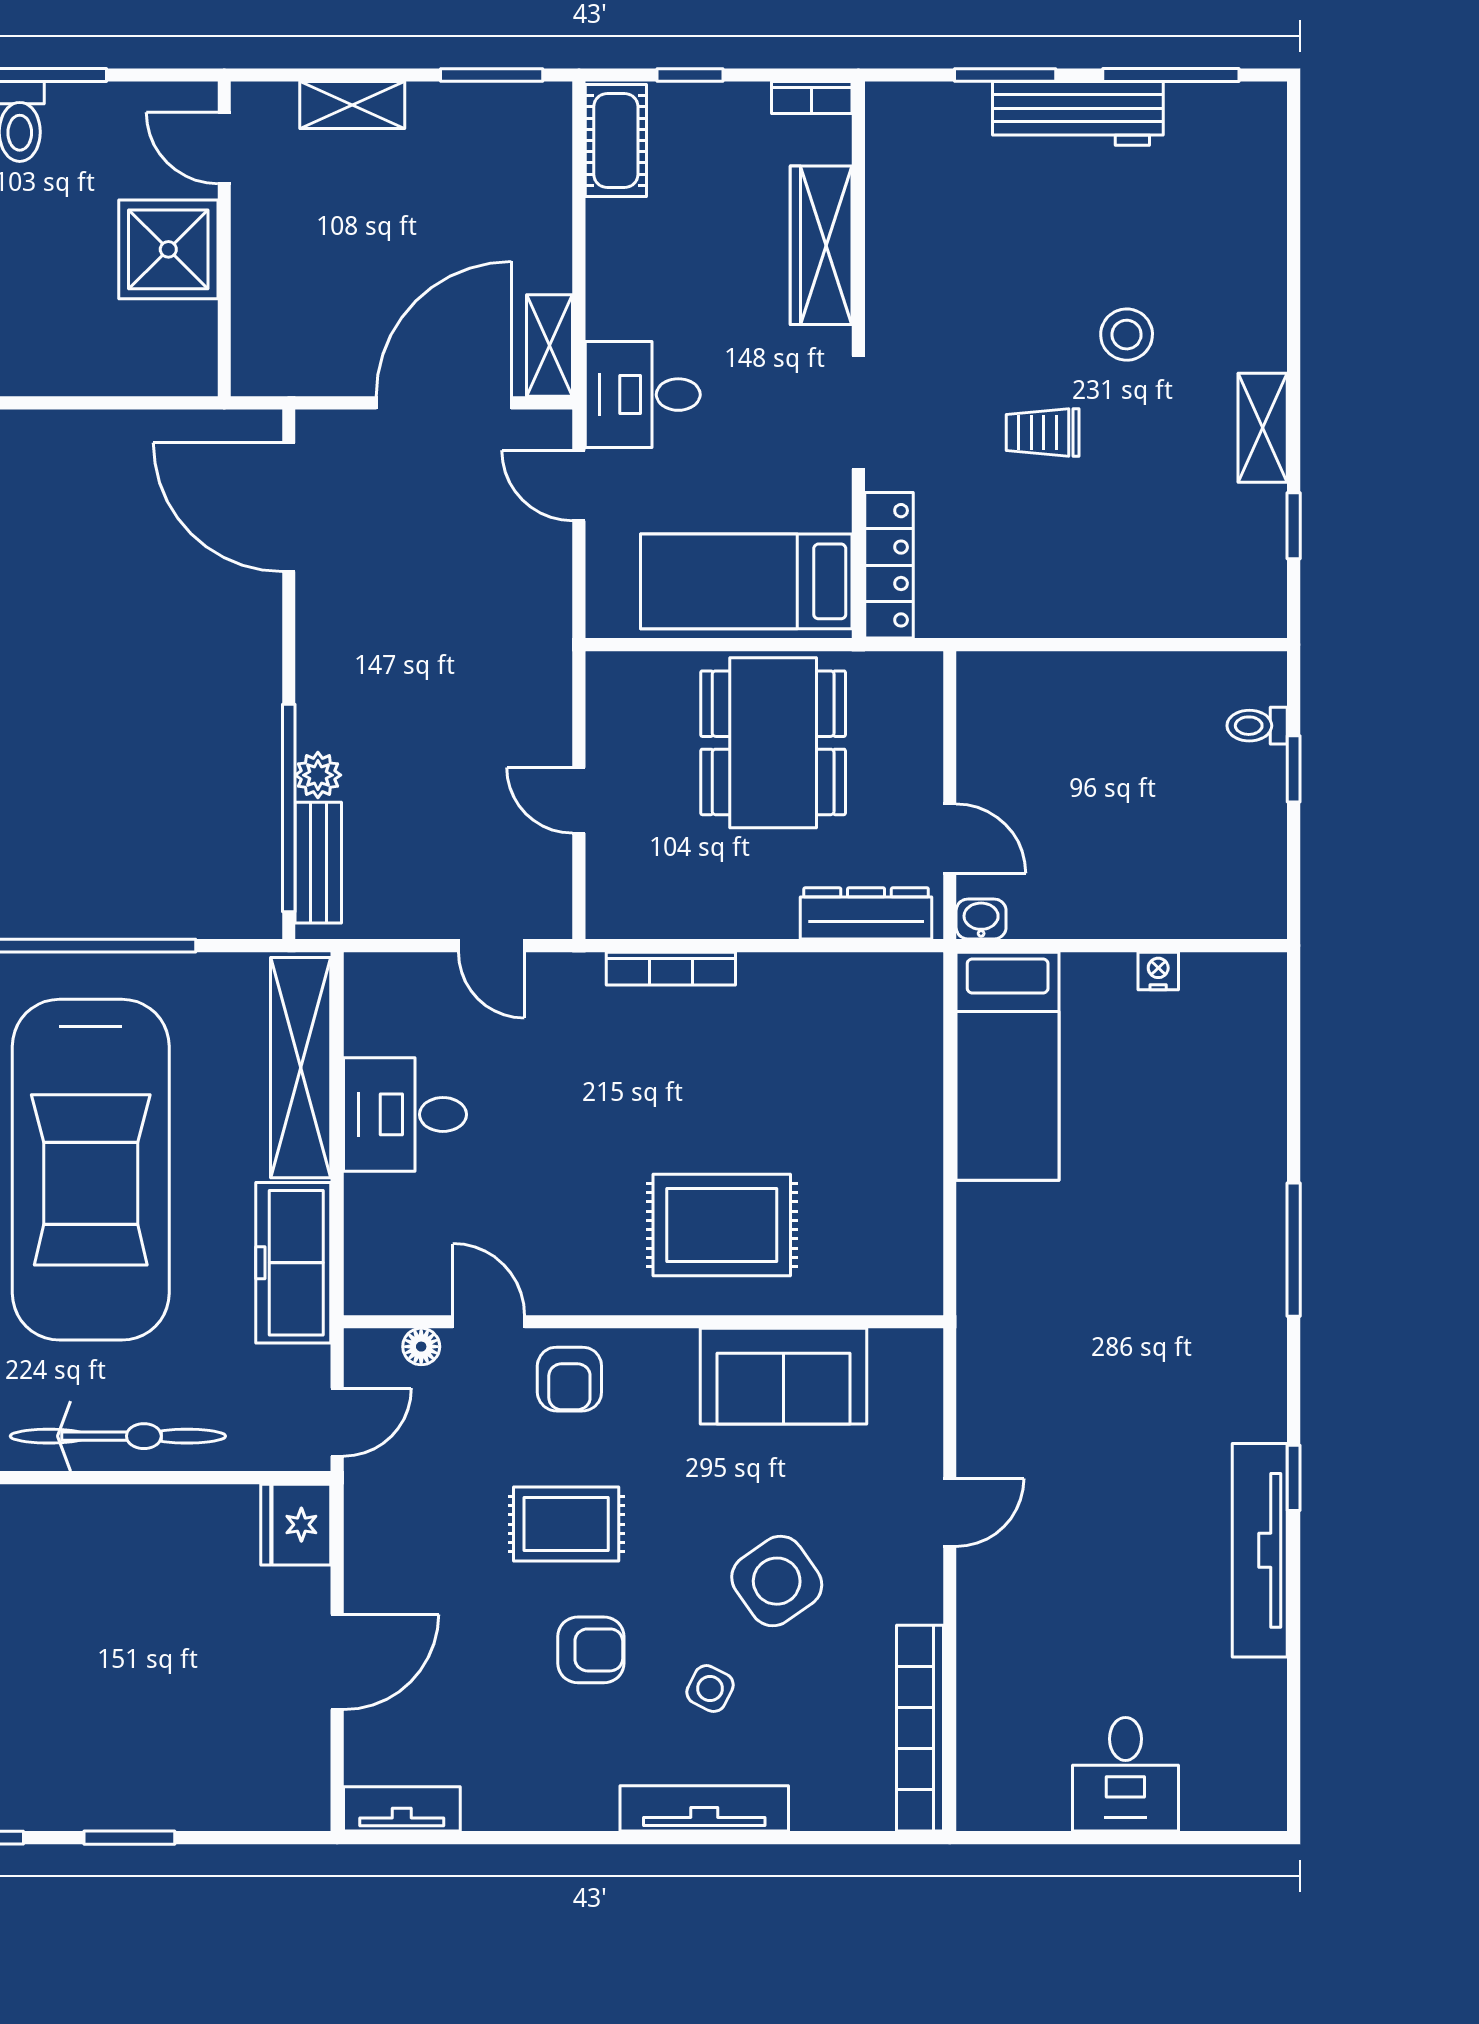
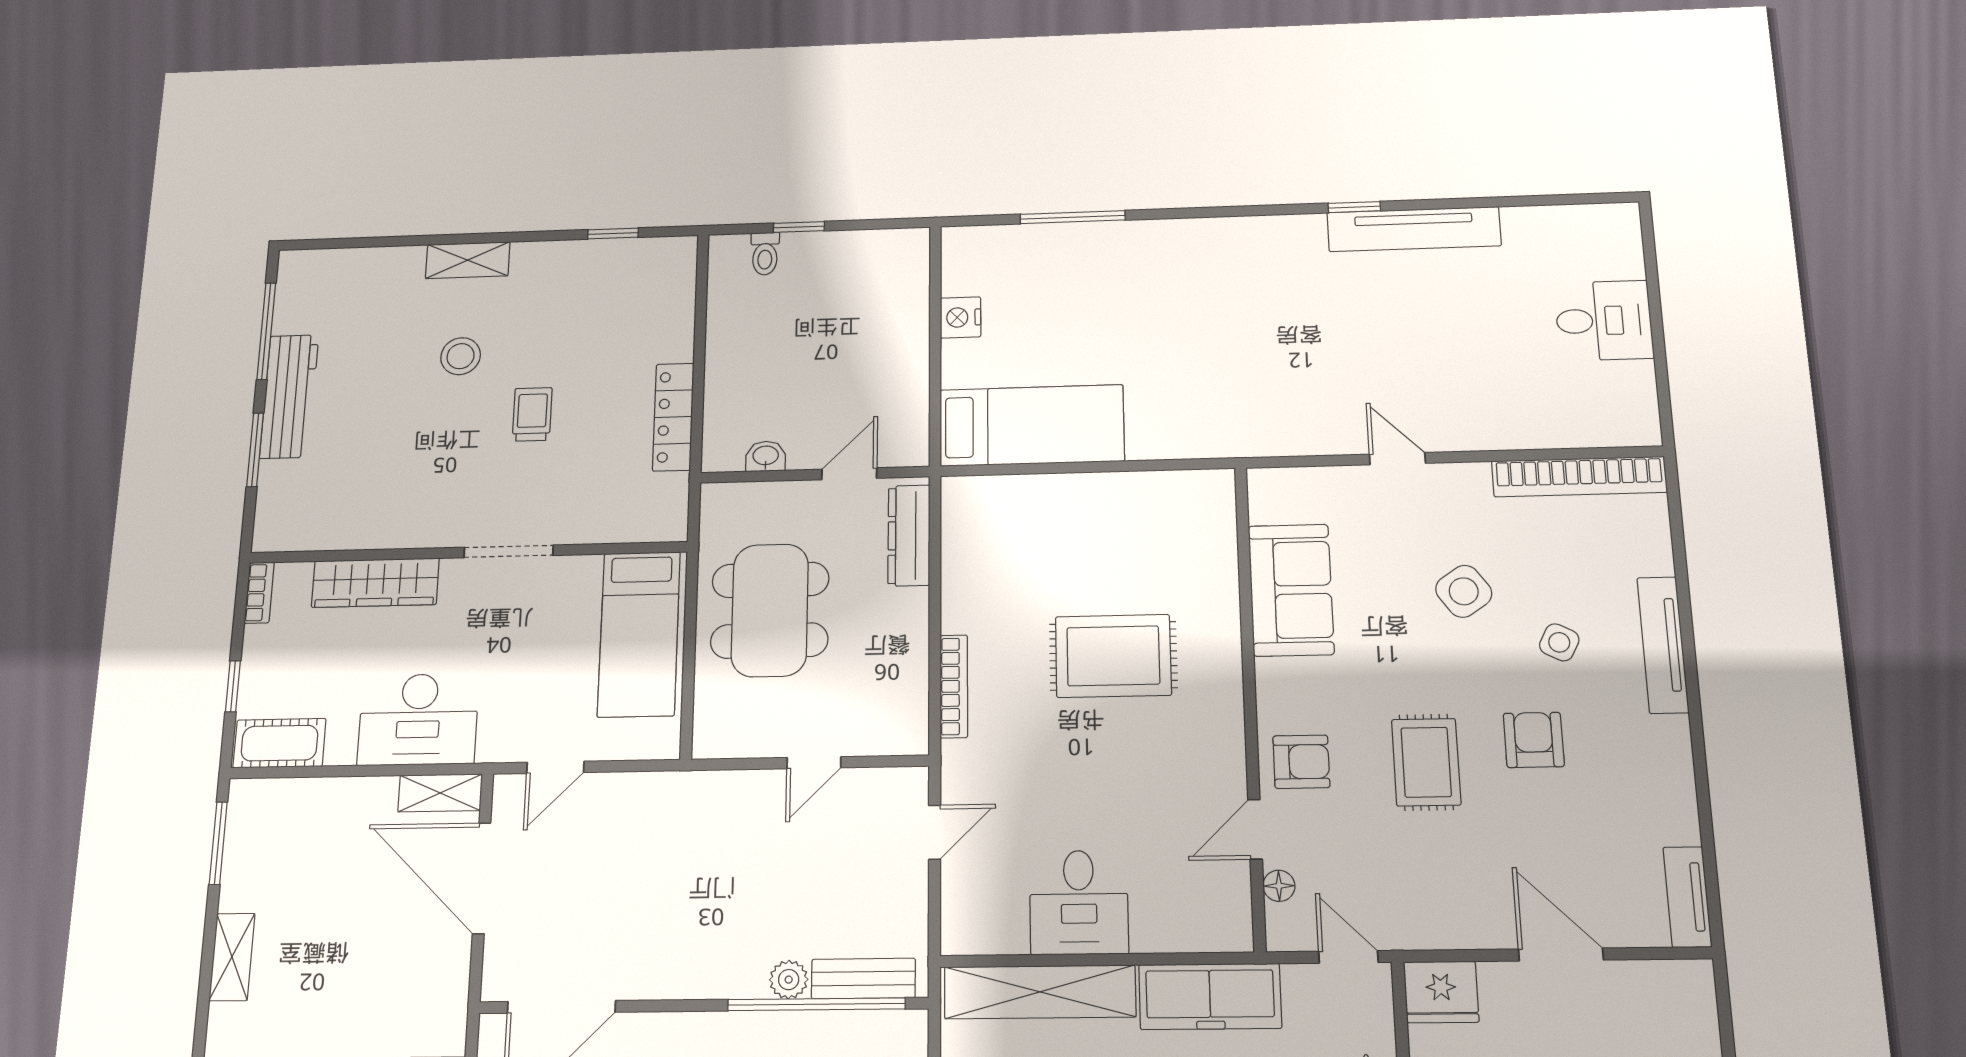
desk: (643, 395) -> (418, 719), moved, width x1.37
shelving: (1263, 428) -> (468, 260), moved
trolley: (1043, 432) -> (532, 414), turned 180
locker: (889, 565) -> (673, 417), moved, turned -90
dining table: (773, 743) -> (770, 610), turned 90
washbasin: (981, 919) -> (766, 456), moved, turned 90
nightstand: (1158, 971) -> (960, 317), width x1.39, depth x1.35
rug: (722, 1225) -> (1113, 656), moved, turned 90
window: (1294, 1250) -> (1073, 217), moved
side table: (777, 1581) -> (1464, 591), width x0.73, depth x0.73

